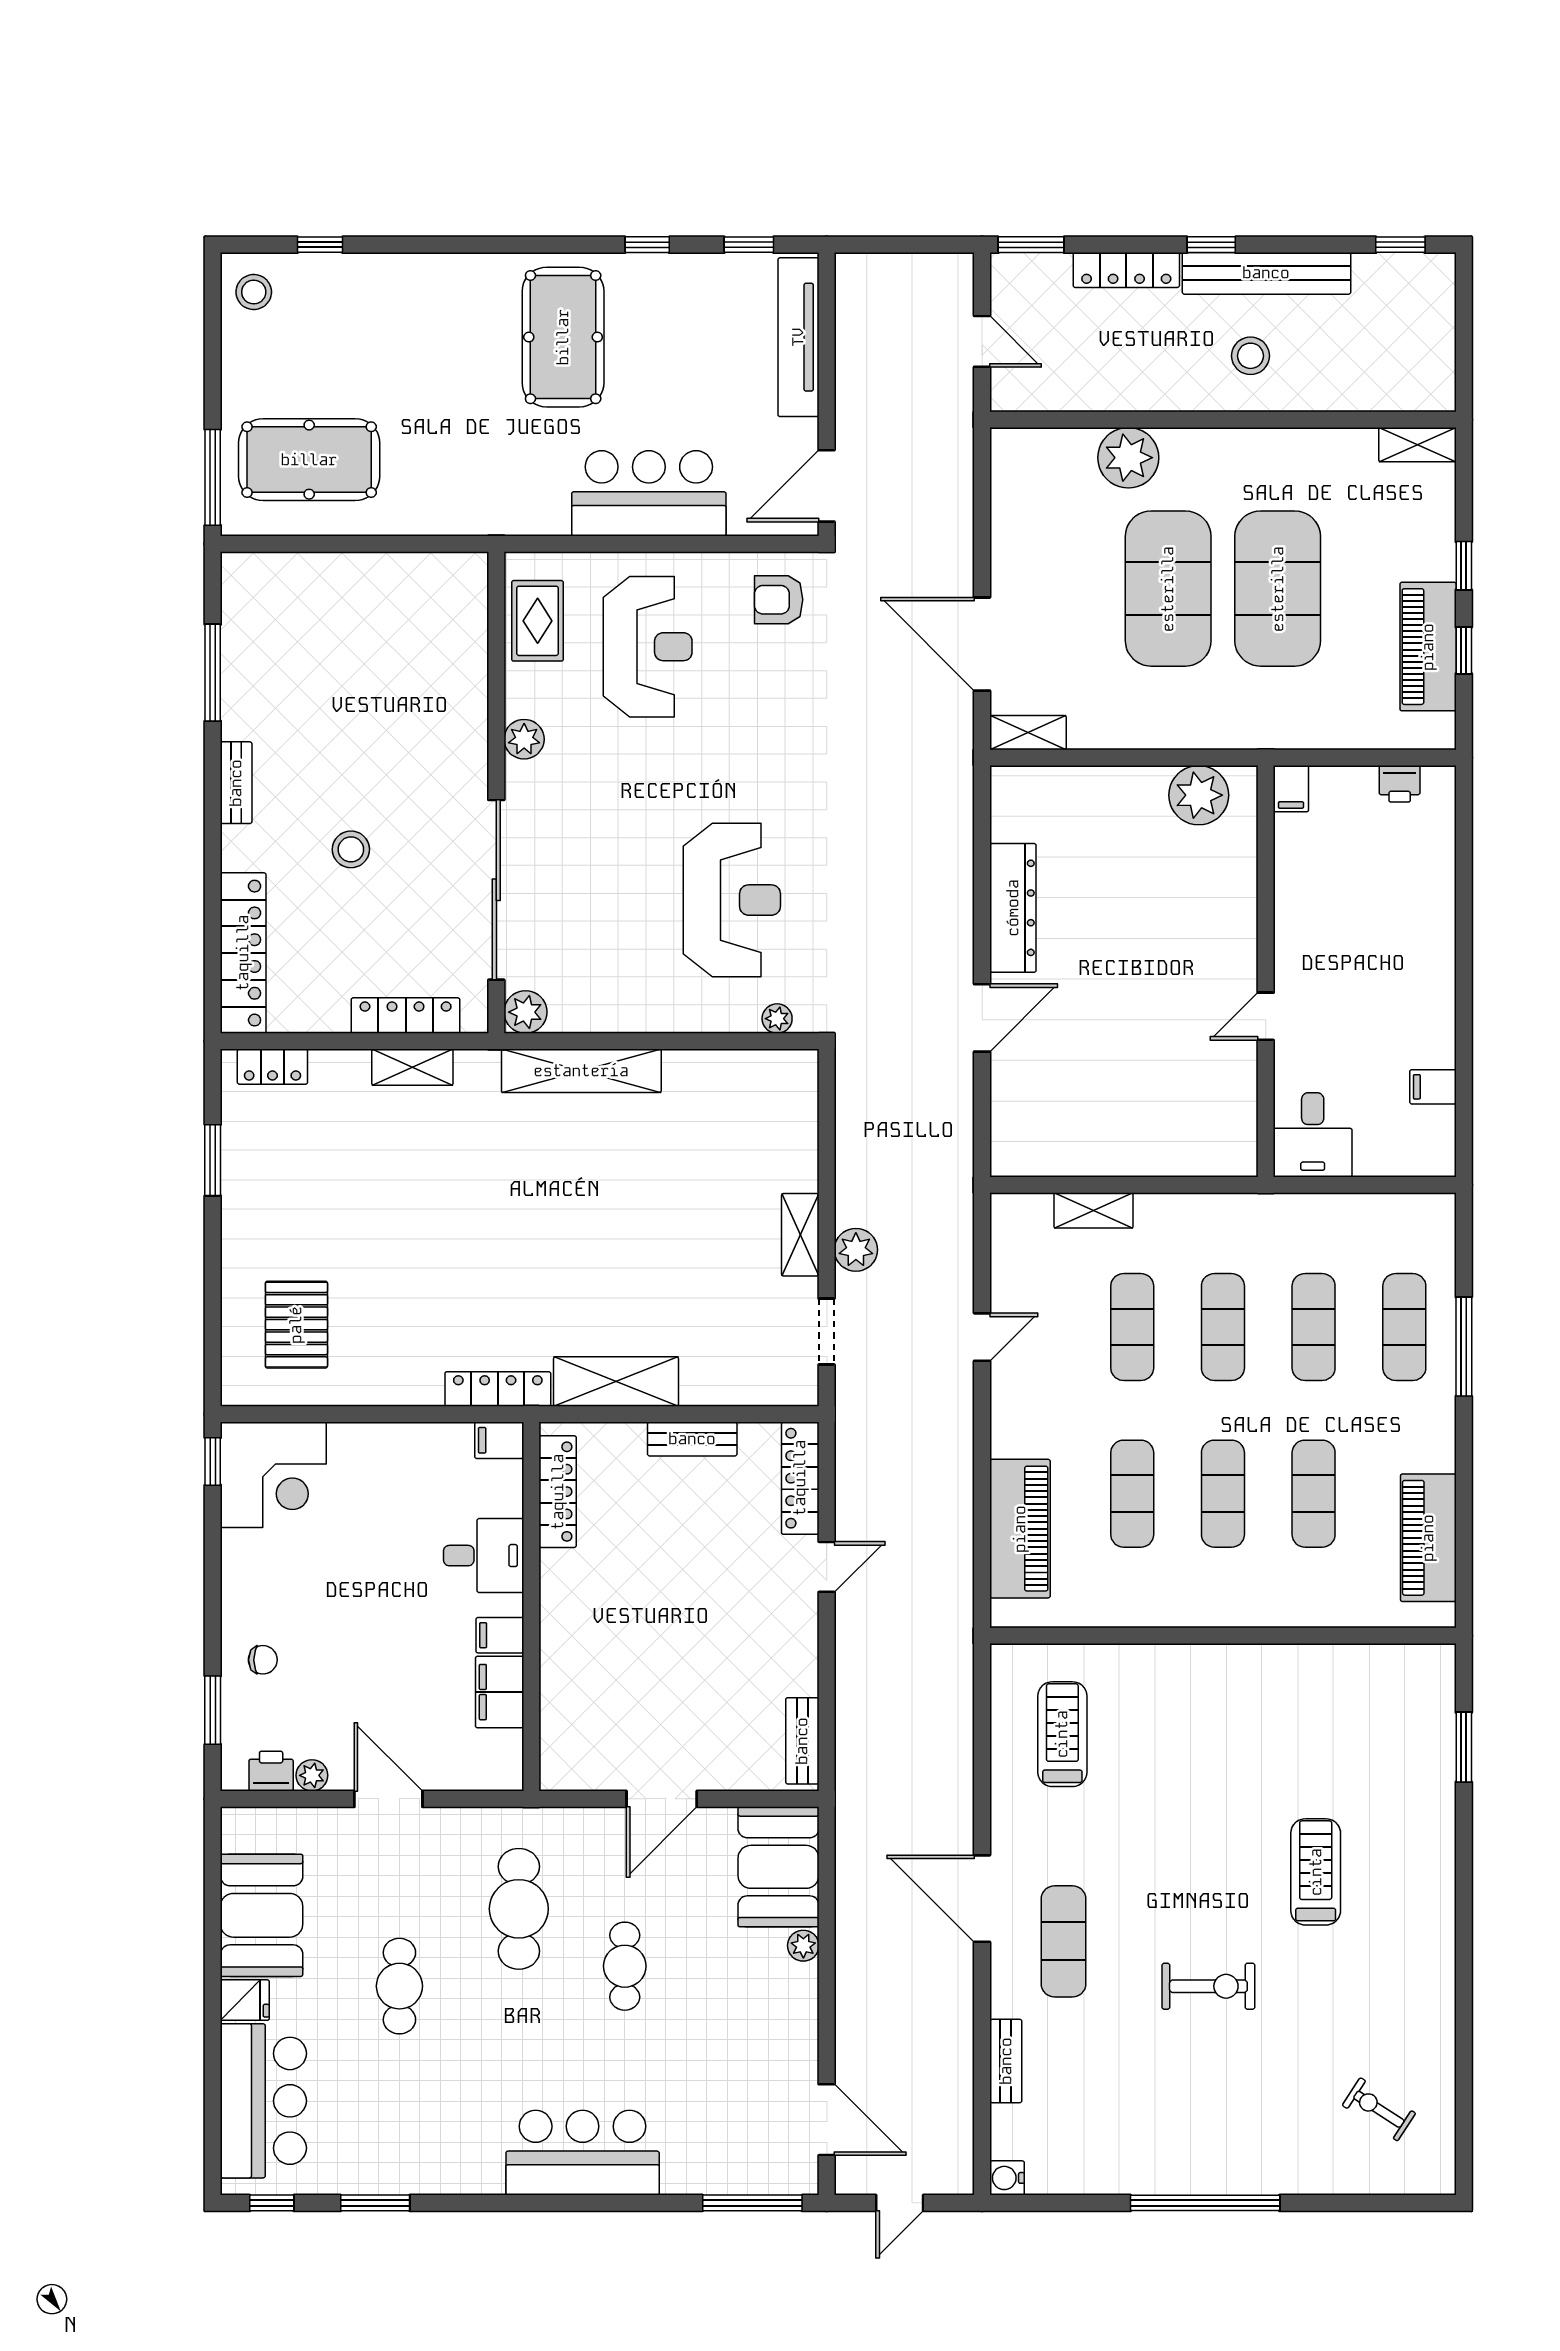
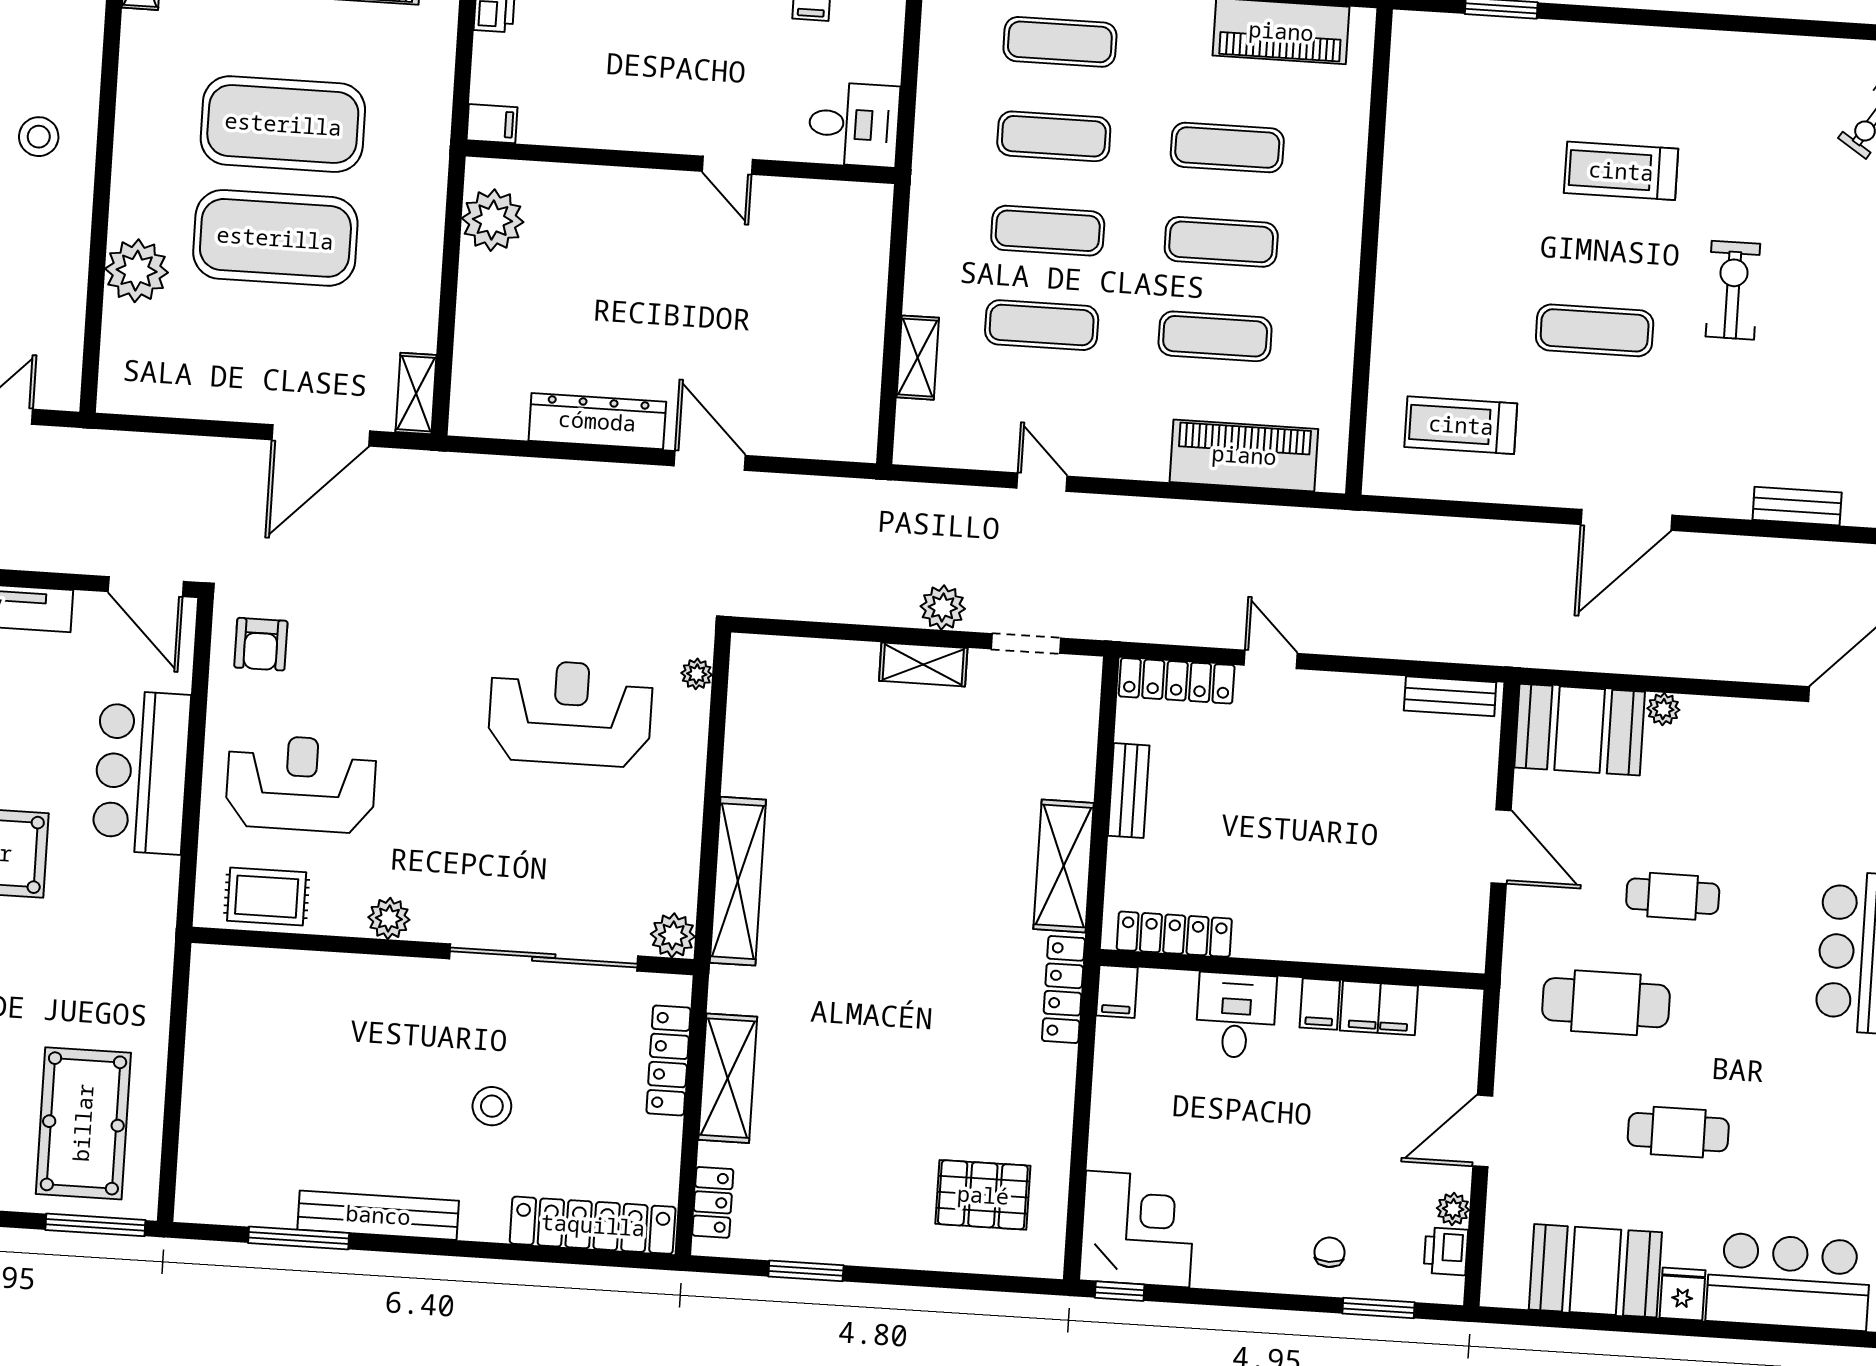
bench: (236, 783) -> (378, 1215), width x1.86, depth x1.21
shelving: (412, 1067) -> (728, 1078), width x1.50, depth x1.33
exercise mat: (1064, 1941) -> (1595, 330), moved

